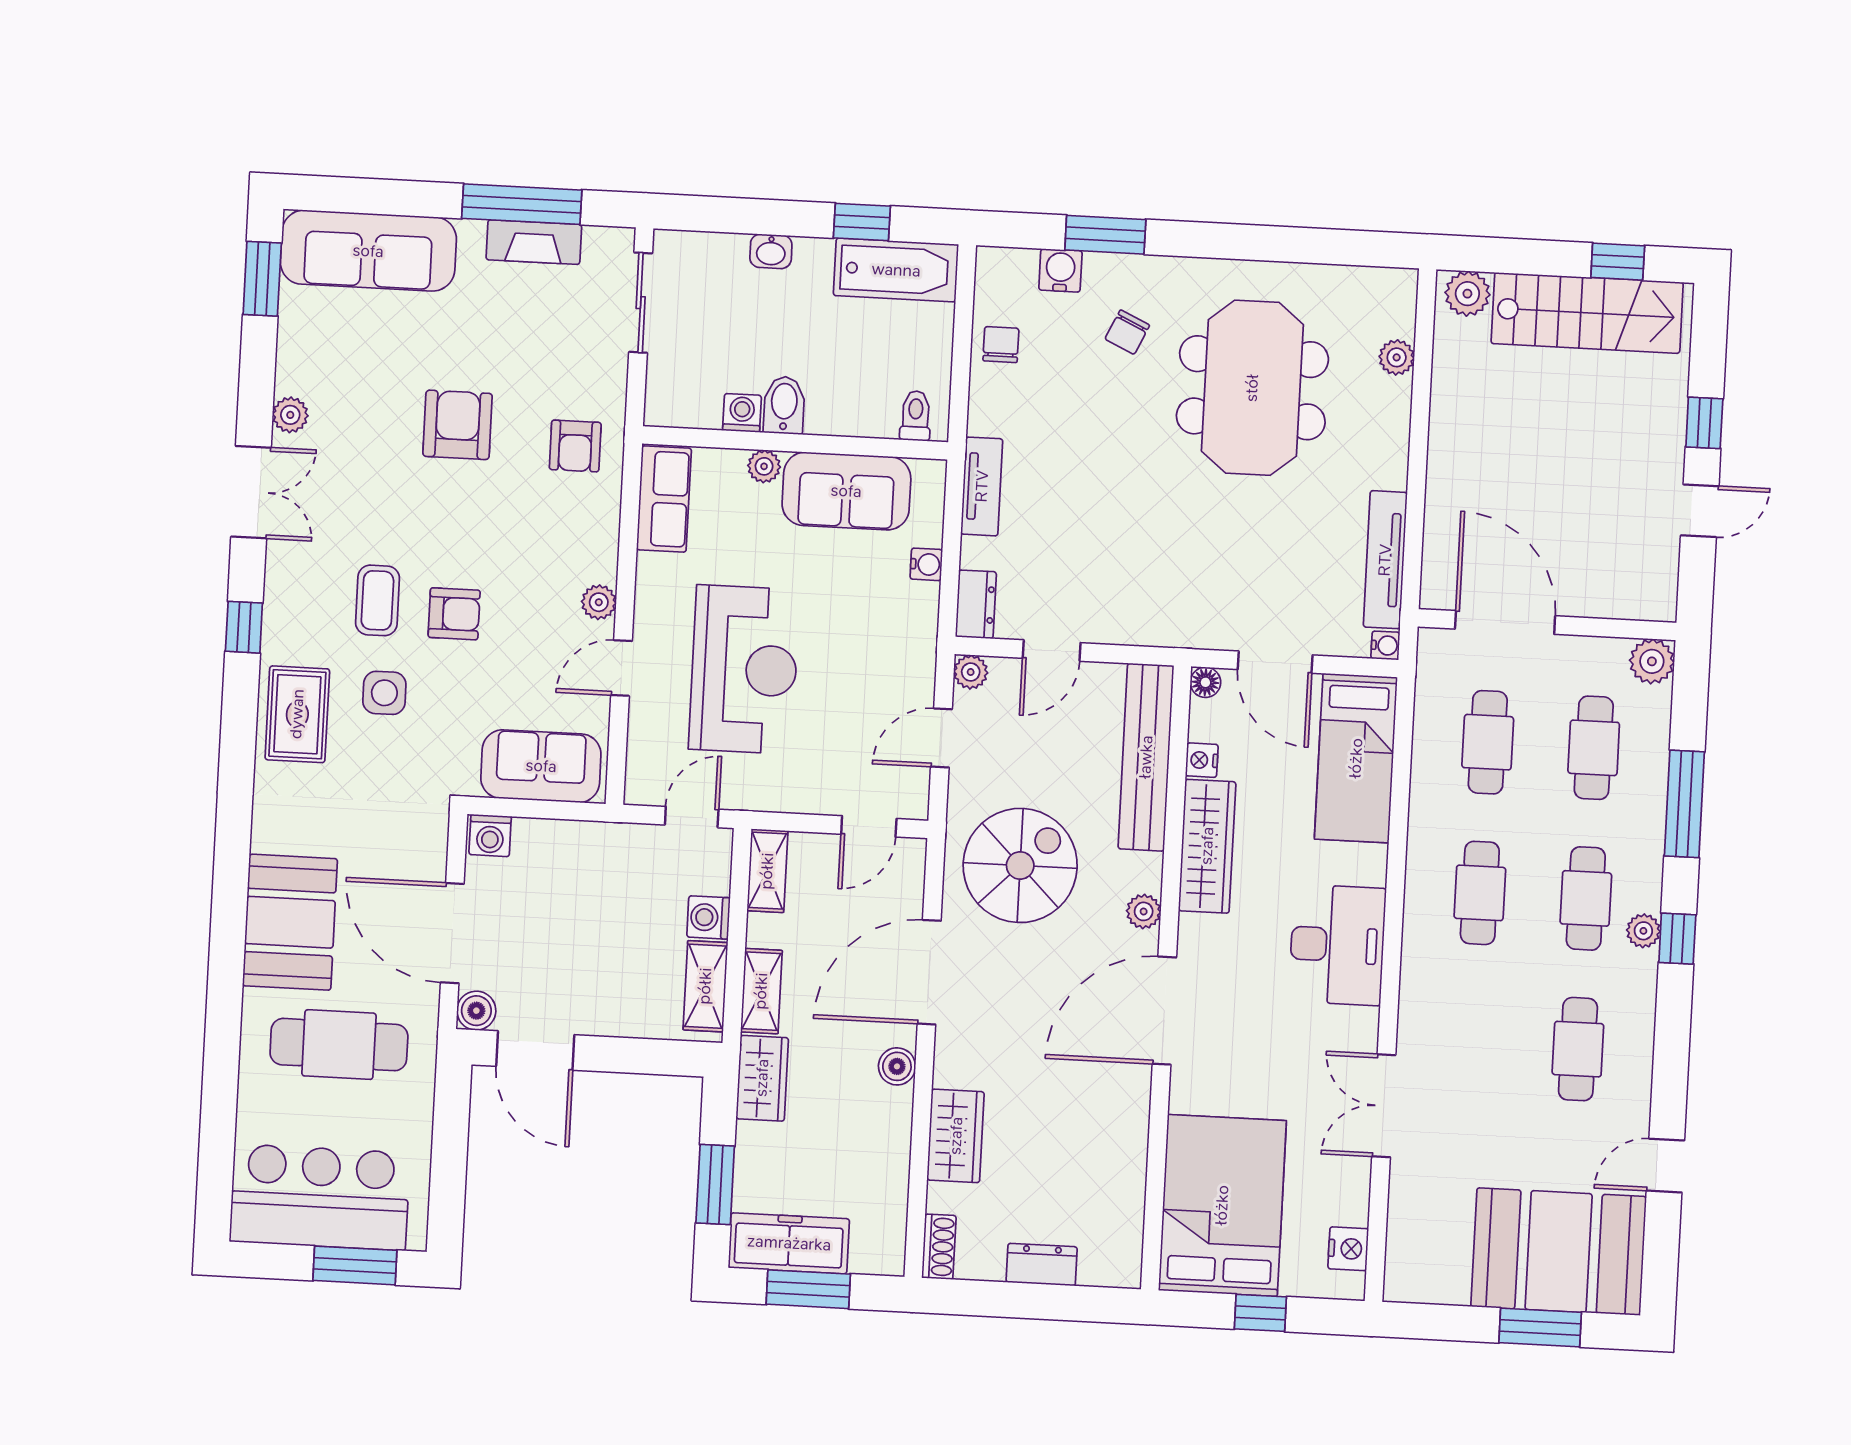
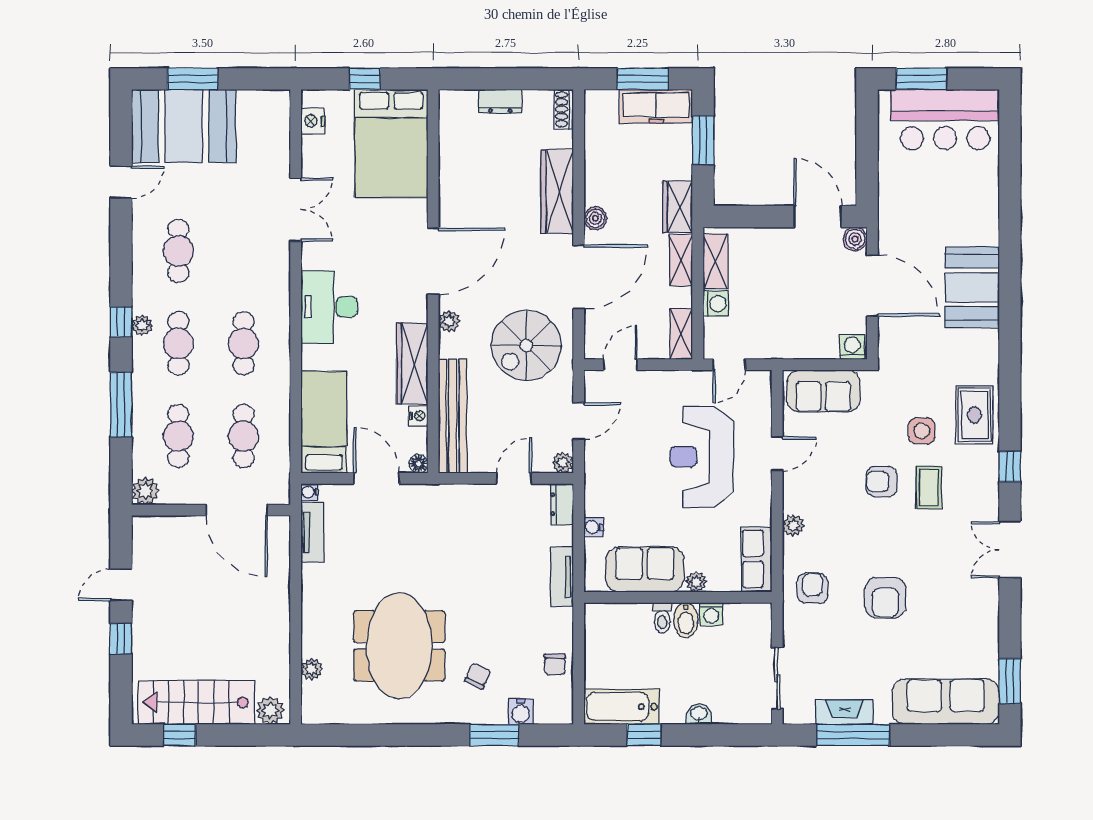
plant: (290, 415) -> (988, 598), removed
toilet: (916, 416) -> (662, 618), moved
tv unit: (1385, 560) -> (312, 533), width x0.71
plant: (599, 602) -> (793, 526), moved
cafe table: (339, 1045) -> (938, 214), removed
wardrobe: (956, 1136) -> (557, 192), width x1.50

